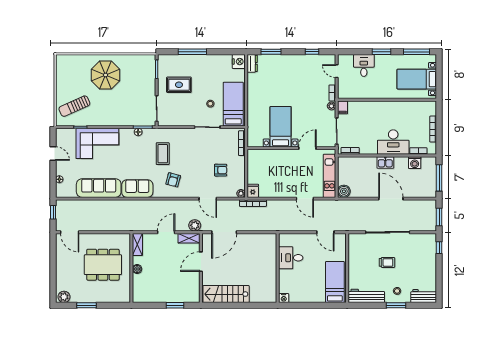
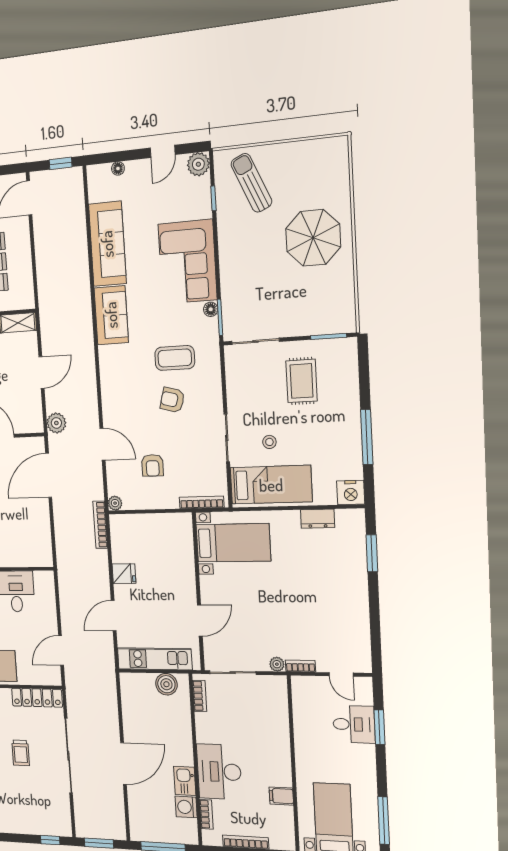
window: (192, 52) -> (367, 437), moved
window: (312, 52) -> (375, 630), removed
window: (382, 52) -> (379, 727), moved
dresser: (252, 63) -> (318, 519), moved
door: (337, 71) -> (341, 674), swing flipped
filing cabinet: (343, 107) -> (281, 796), moved
bed with nightstands: (281, 127) -> (233, 543), moved
plant: (62, 134) -> (198, 164), added
corner sofa: (97, 143) -> (188, 262), moved
door: (307, 148) -> (200, 621), hinge flipped
kitchen sink: (385, 162) -> (185, 781), moved
armchair: (173, 180) -> (172, 400), moved
fridge: (253, 191) -> (124, 574), moved
boiler: (344, 191) -> (166, 684), moved
door: (208, 199) -> (102, 444), swing flipped
door: (166, 232) -> (41, 373), hinge flipped
door: (224, 232) -> (49, 475), hinge flipped
shelving: (189, 238) -> (35, 414), removed
locker: (353, 249) -> (37, 698), added

